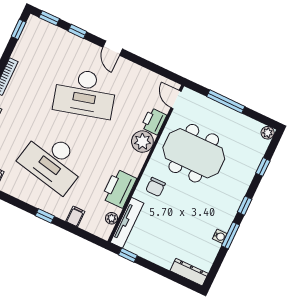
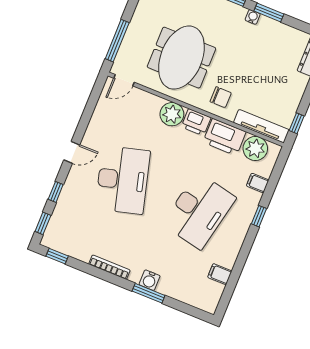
window: (226, 102) -> (117, 41), moved
printer: (154, 121) -> (196, 122), moved
plant: (112, 218) -> (255, 148), width x1.88, depth x1.88
water cooler: (220, 236) -> (253, 17), moved

